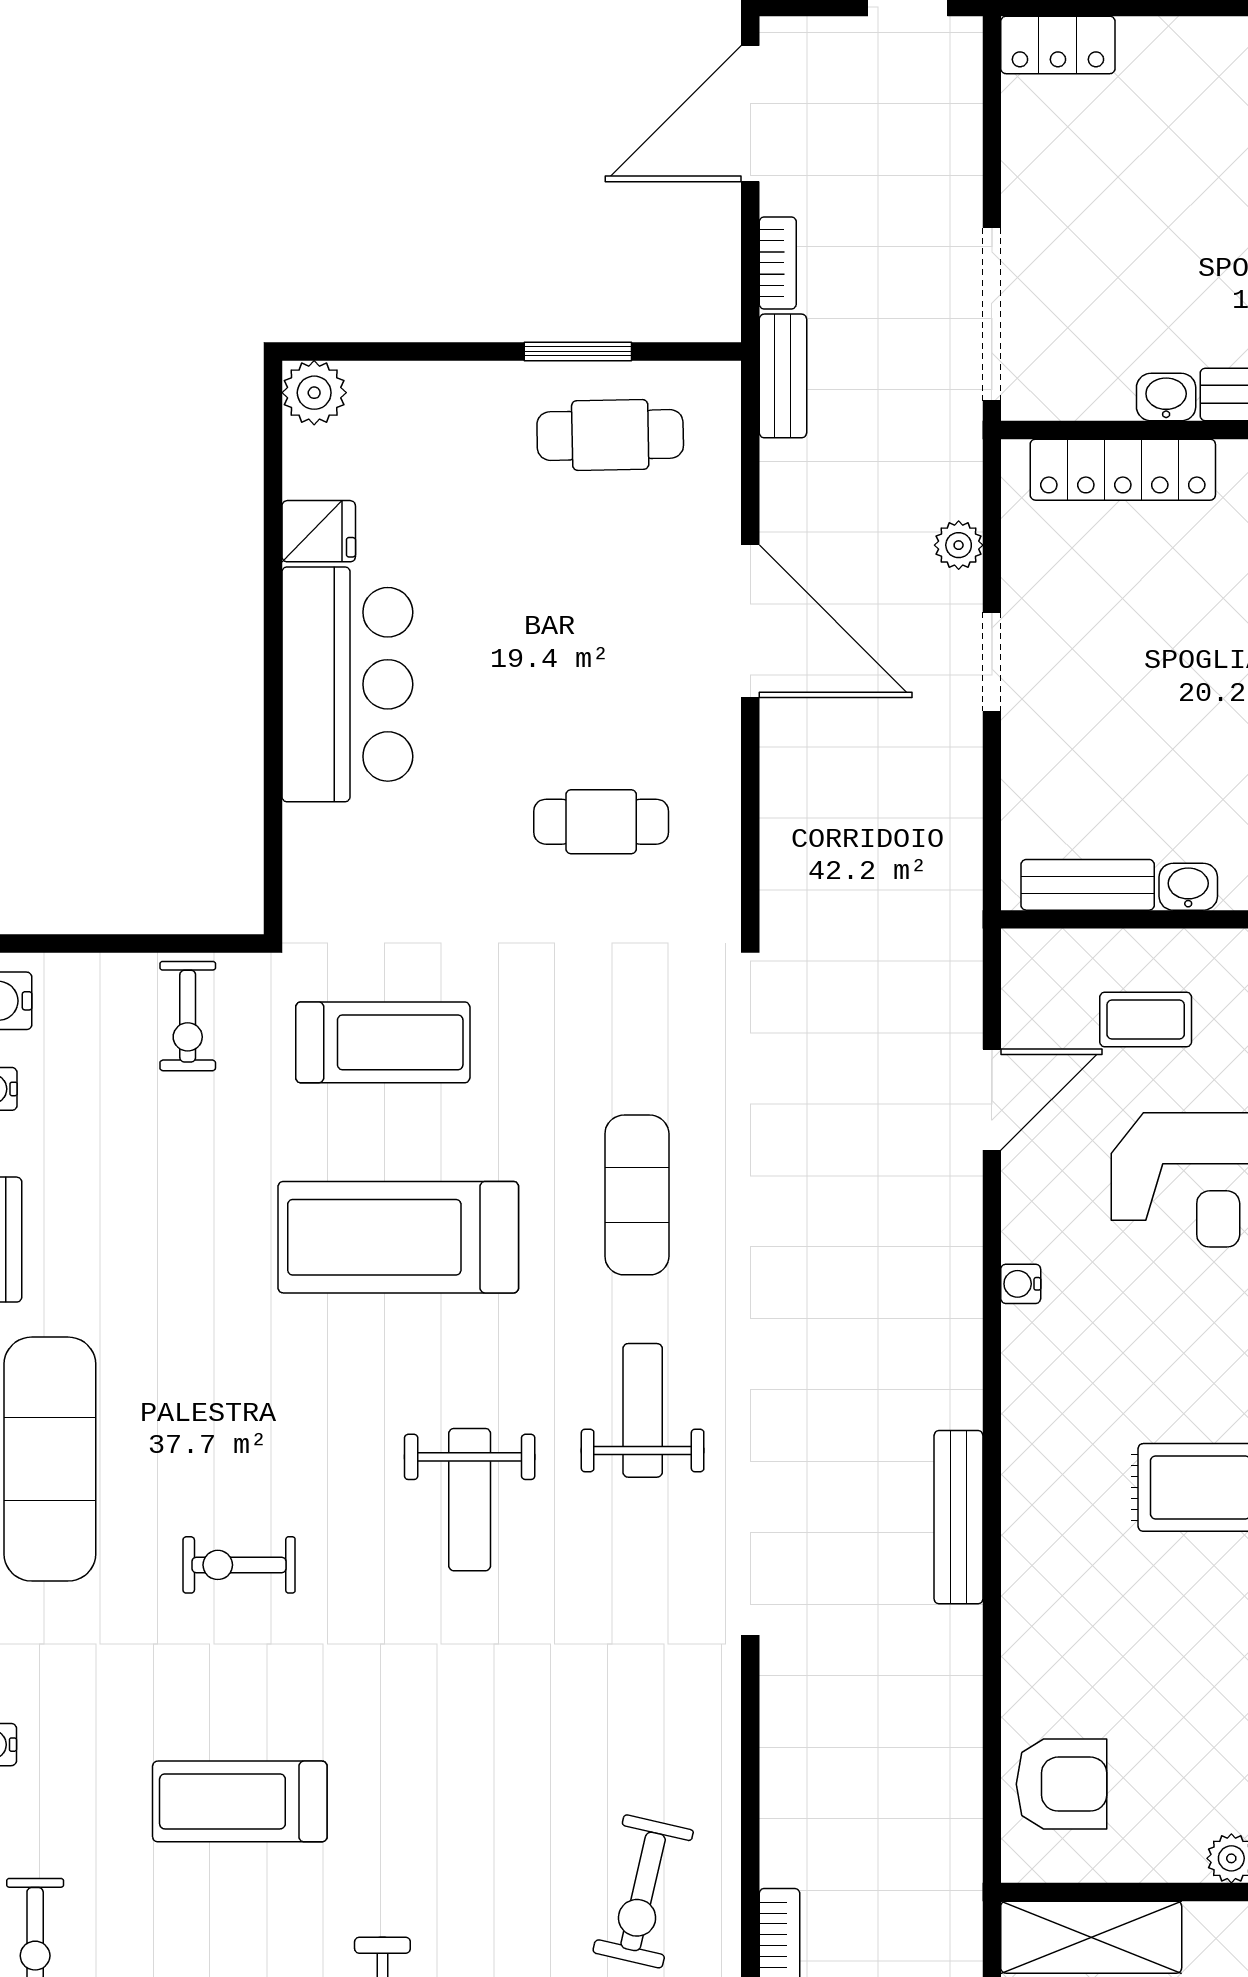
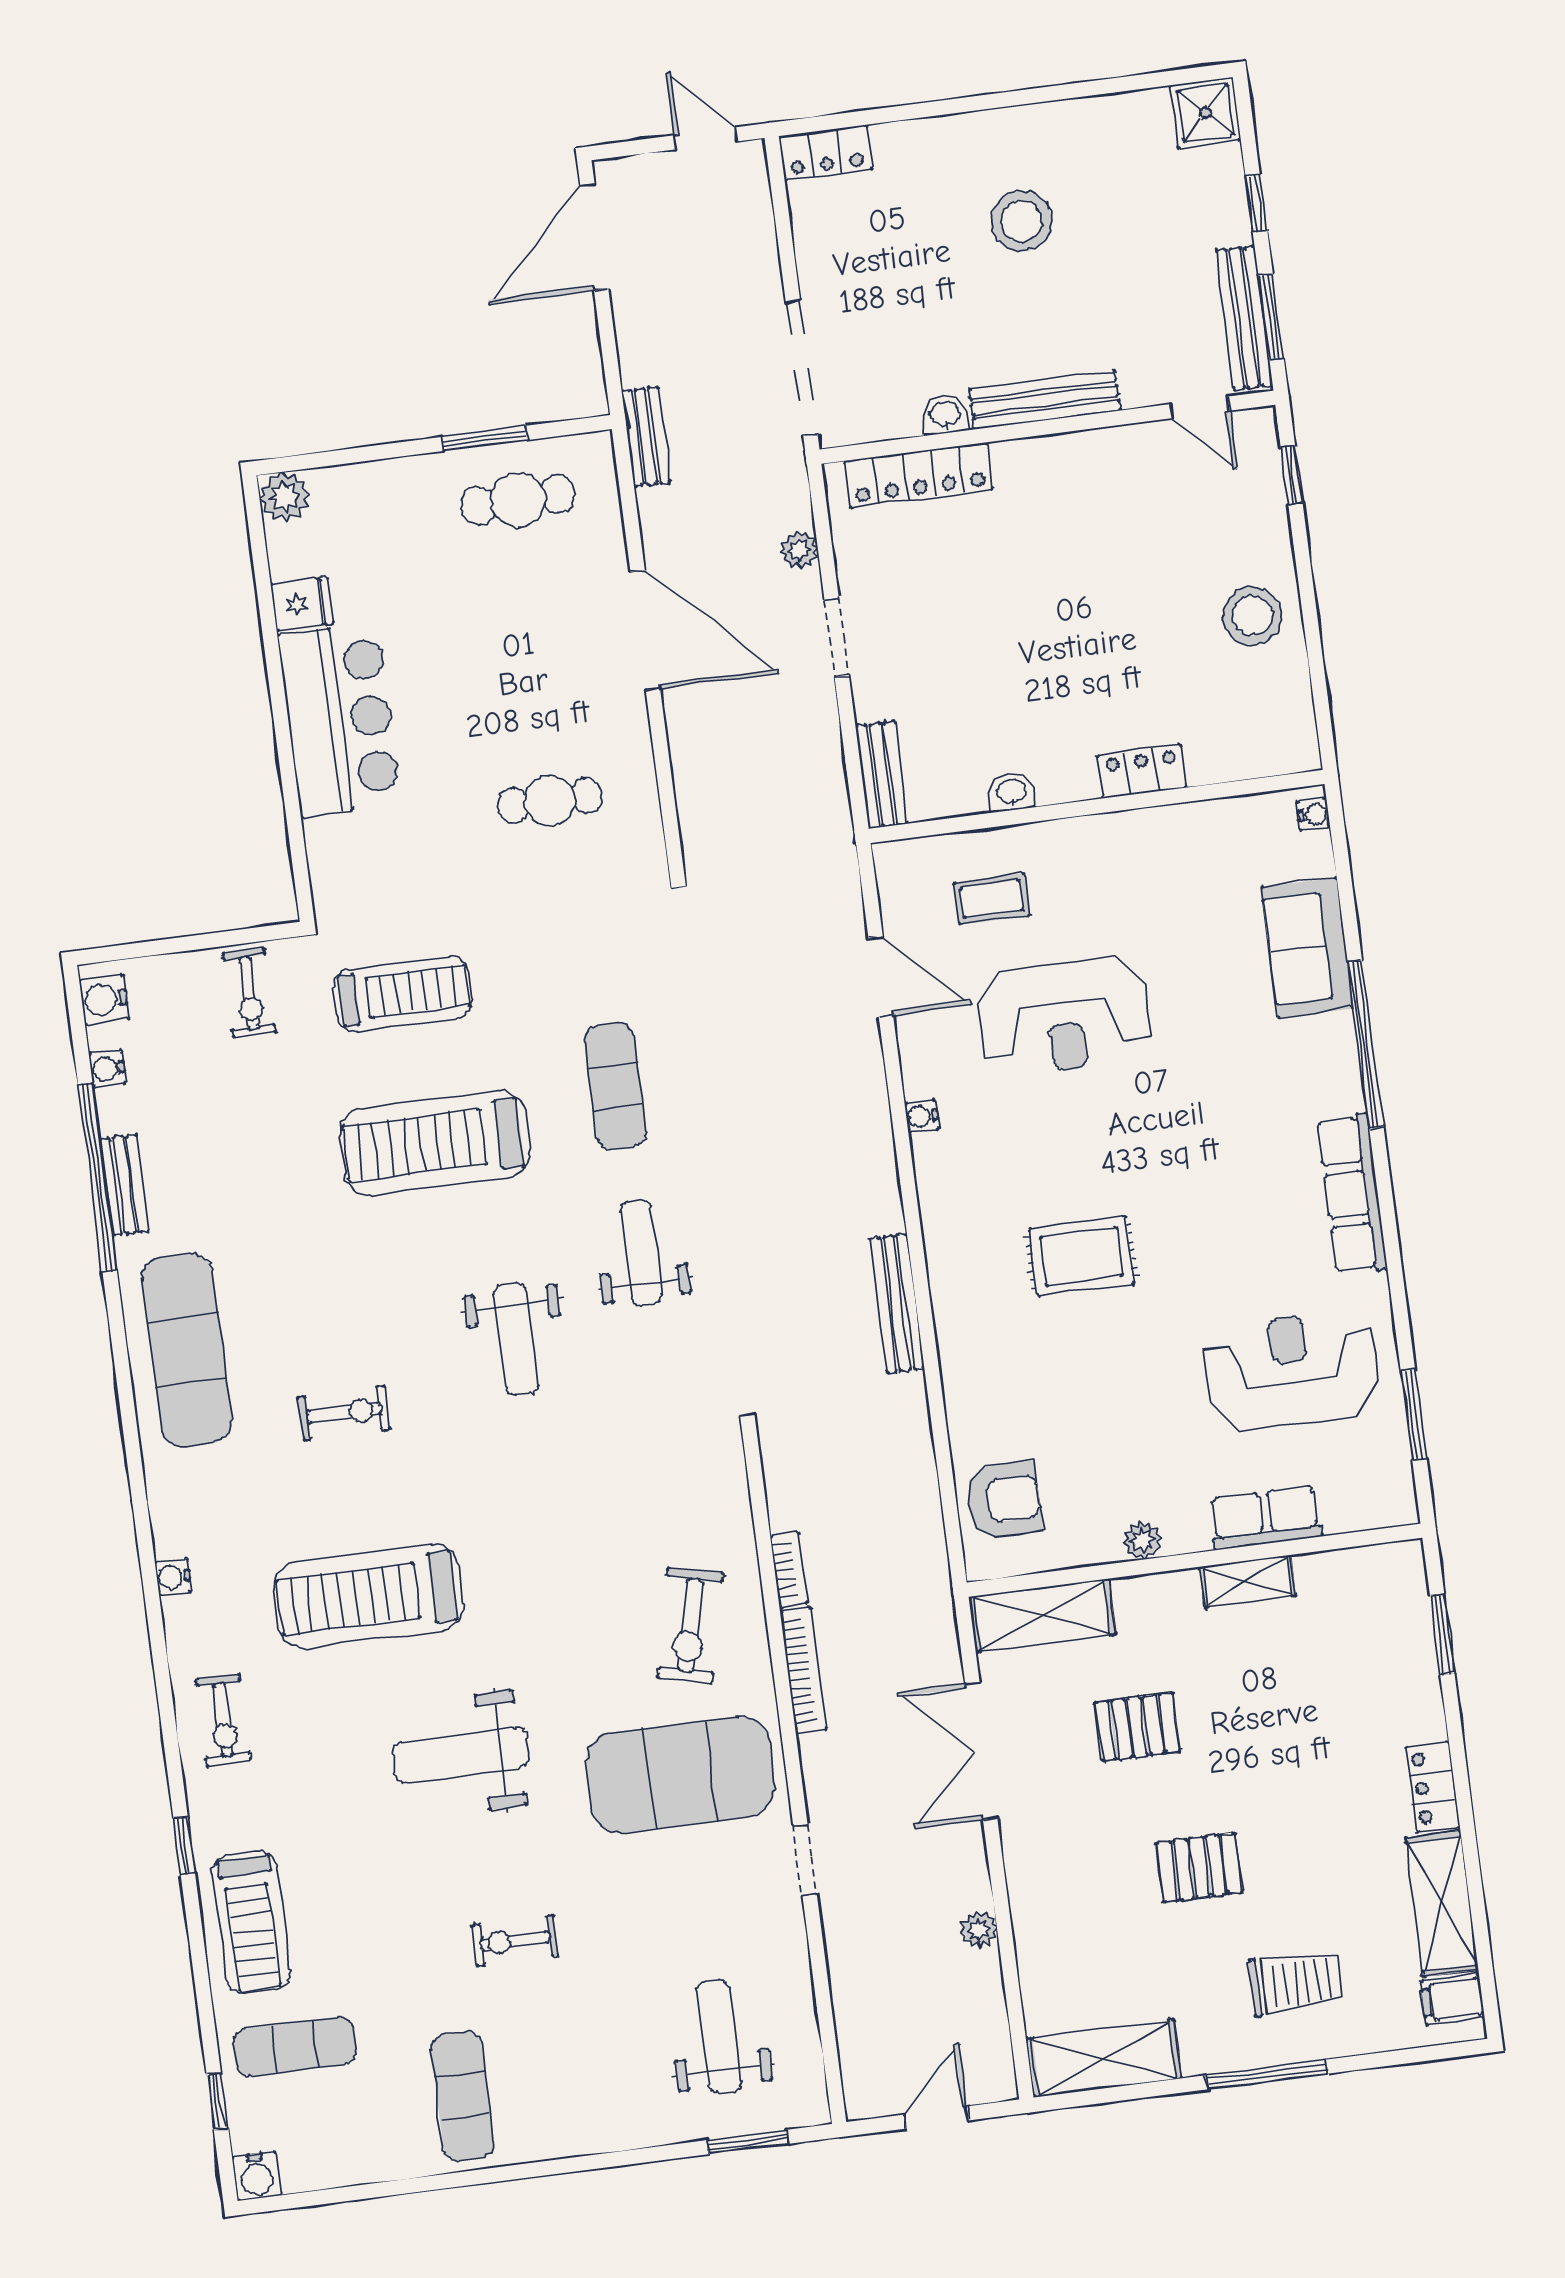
bookcase: (778, 263) -> (789, 1570), moved
bench: (1088, 885) -> (882, 775), moved, turned 90
door: (992, 1100) -> (881, 977), hinge flipped
exercise bike: (239, 1565) -> (344, 1413), turned 180
treadmill: (240, 1801) -> (369, 1596), width x1.37, depth x1.38

